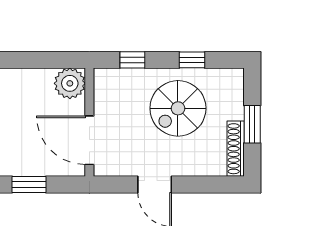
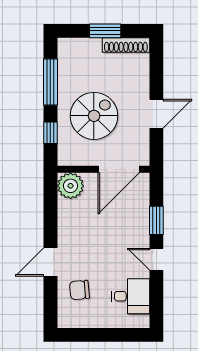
window: (192, 60) -> (50, 82), width x2.17
spiral stairs: (178, 108) -> (94, 116), moved, turned -90

